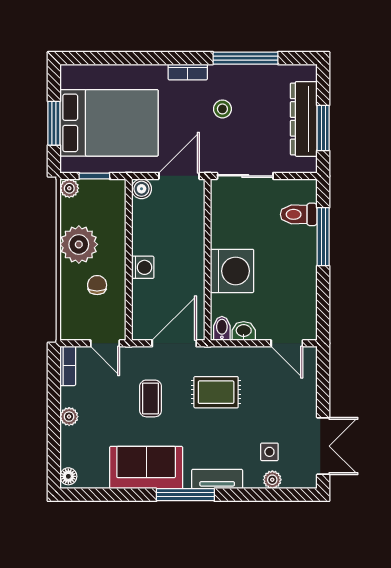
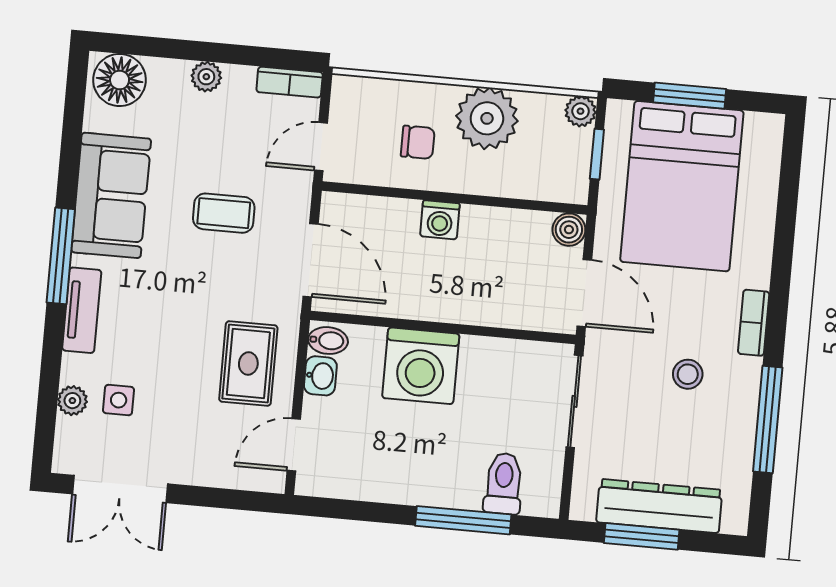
rug: (216, 392) -> (248, 364), moved
floor lamp: (68, 476) -> (120, 80), width x1.89, depth x1.89

